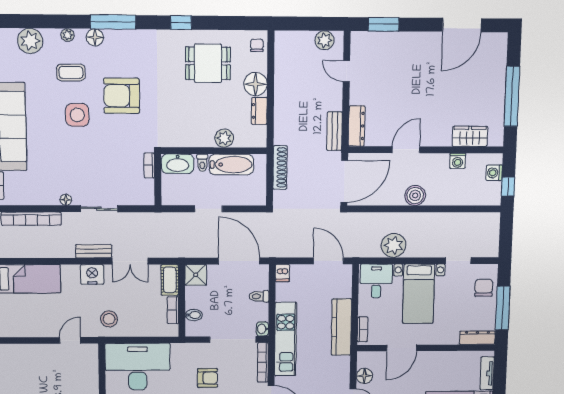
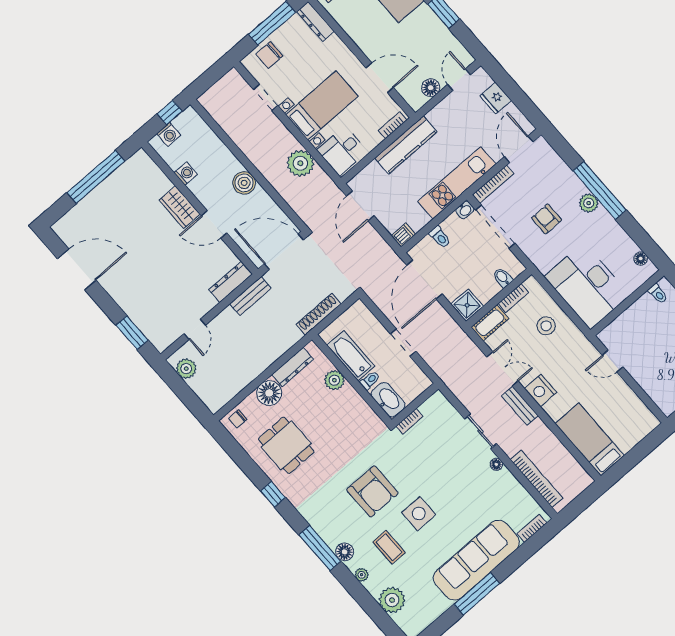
dresser: (259, 111) -> (293, 367), width x1.44
wardrobe: (470, 136) -> (180, 207), moved
stool: (109, 319) -> (546, 326), moved

